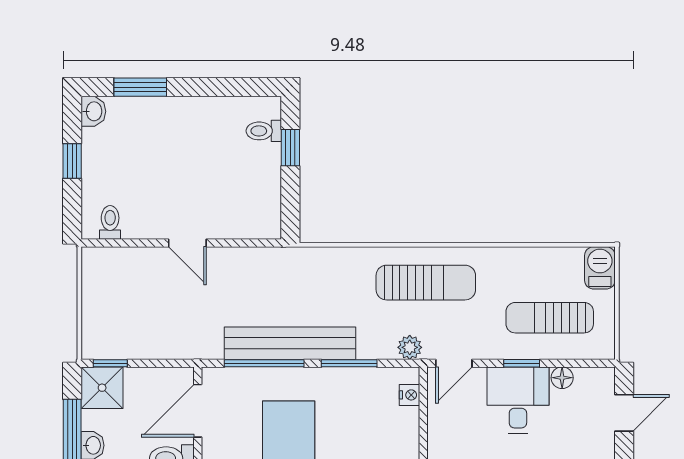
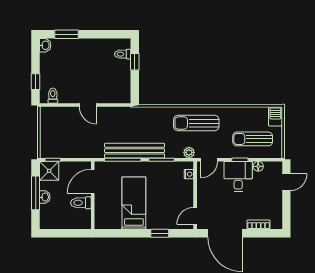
window: (72, 161) -> (36, 82), moved
sun lounger: (426, 283) -> (196, 123), turned 180

